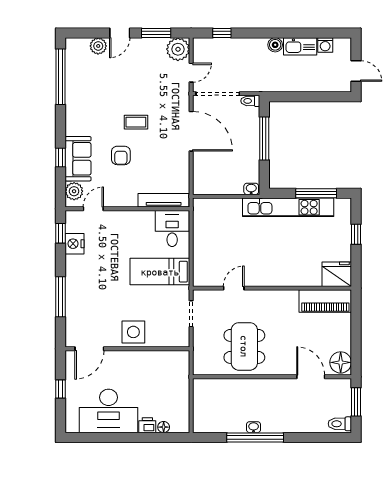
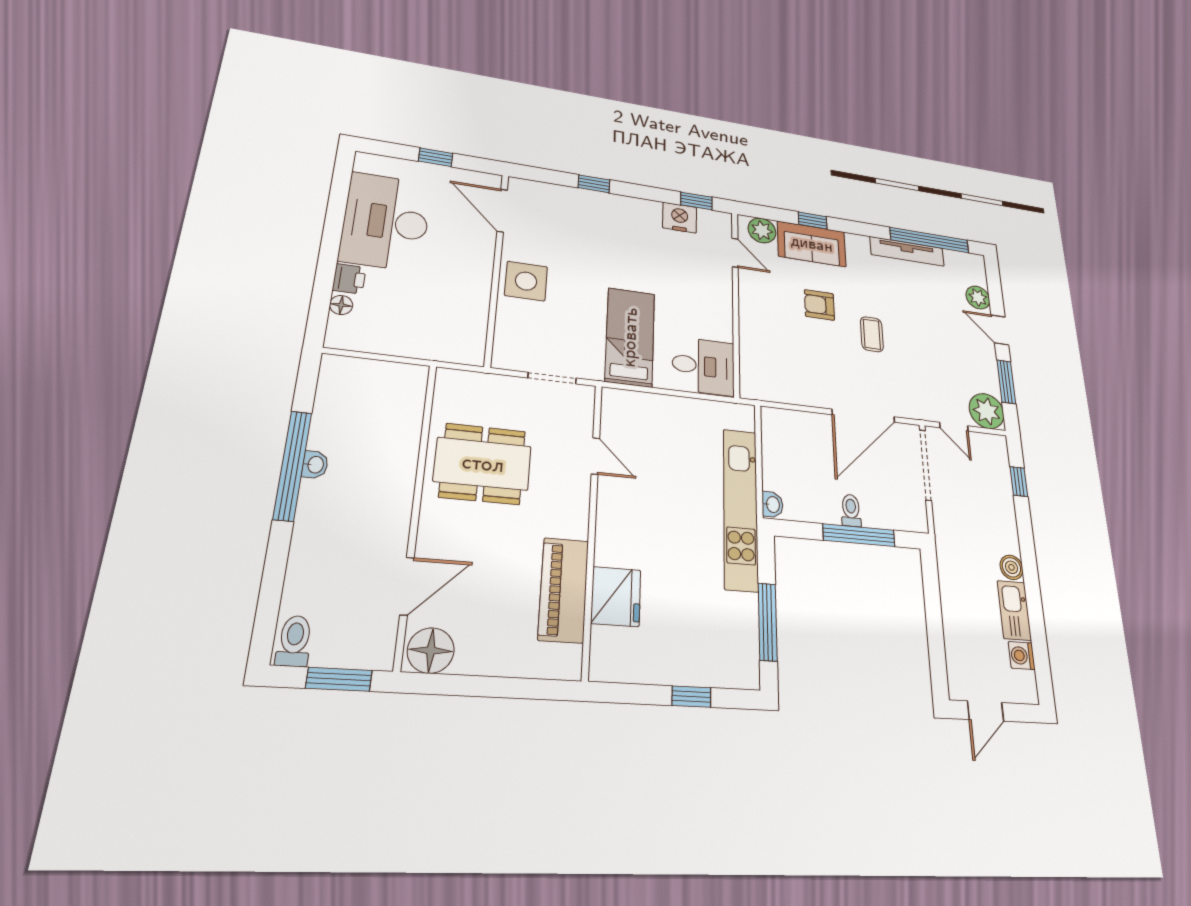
toilet: (250, 101) -> (851, 510), moved
tv unit: (164, 200) -> (907, 251), moved, turned 90
kitchen unit: (288, 207) -> (741, 509), moved
fridge: (337, 274) -> (616, 597), moved
window: (60, 297) -> (594, 184), width x0.46
piano: (325, 301) -> (564, 590), moved

